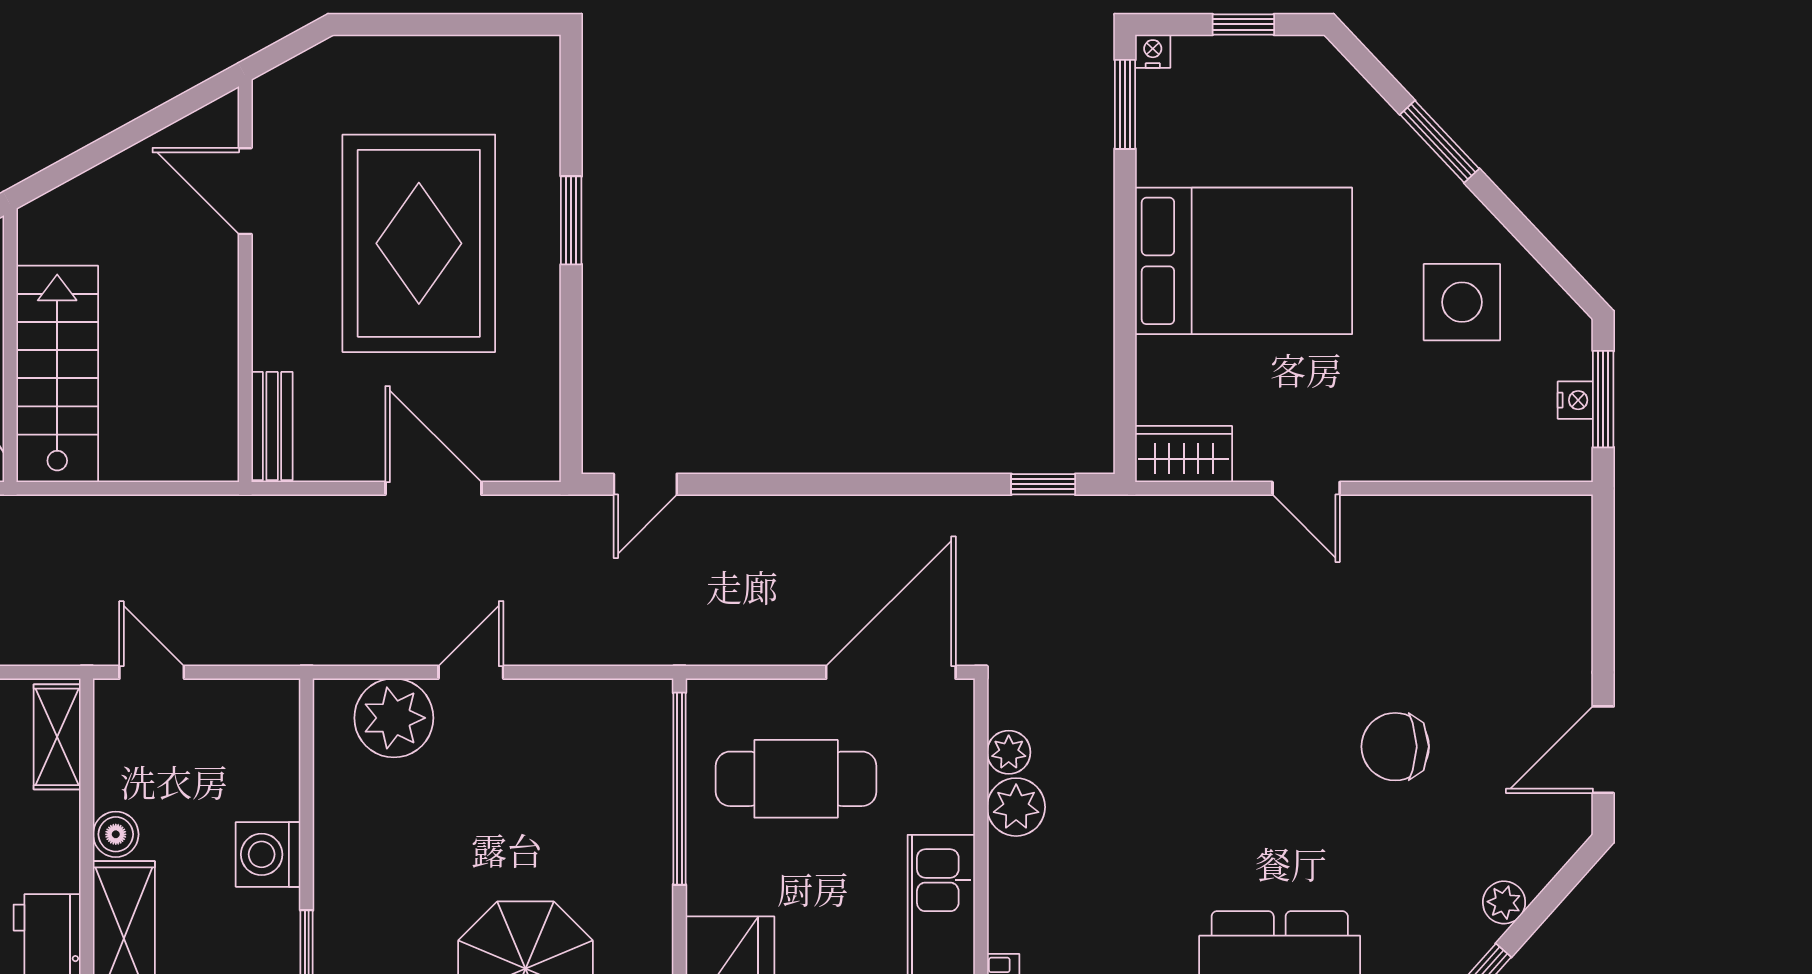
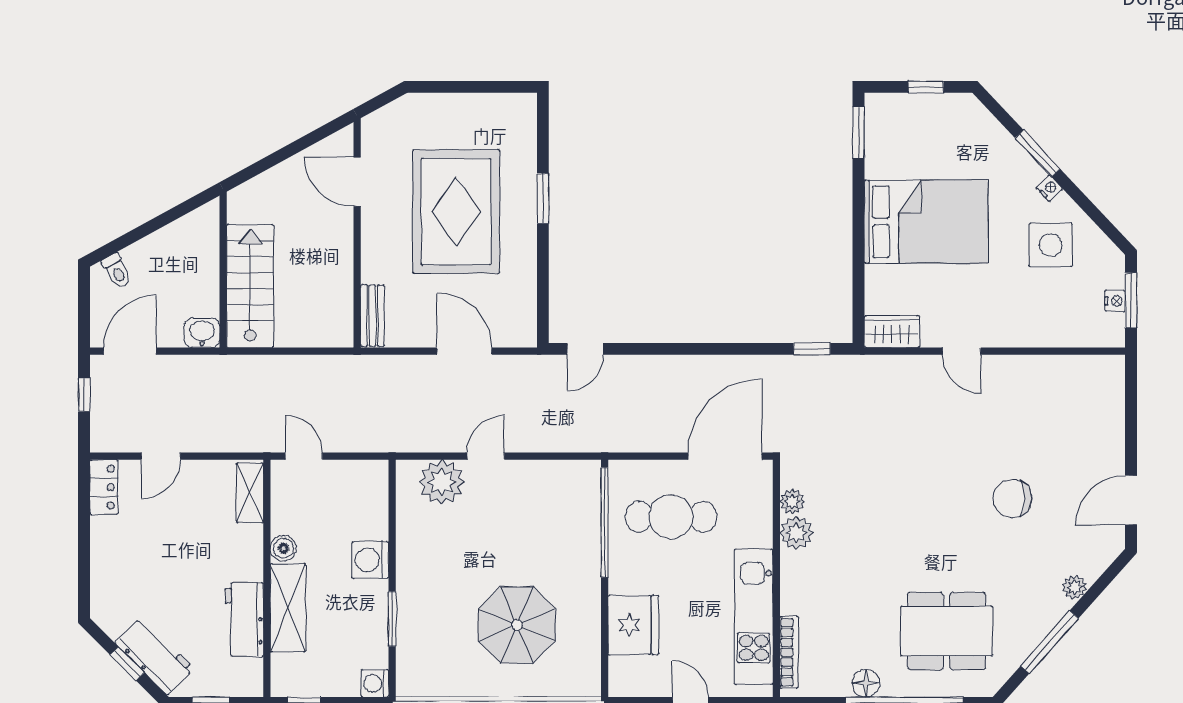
nightstand: (1153, 51) -> (1049, 188), moved, turned 47

